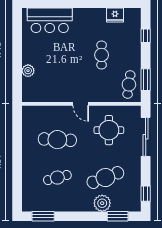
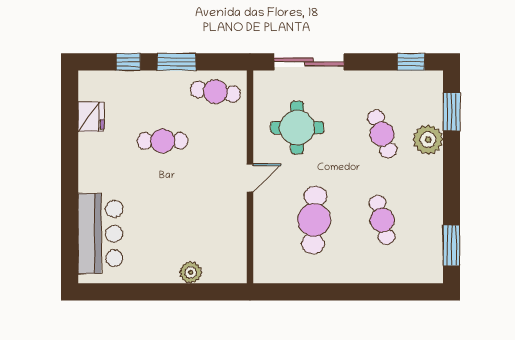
window: (146, 80) -> (177, 62), moved
cafe table: (105, 178) -> (382, 134), width x0.73, depth x0.74

